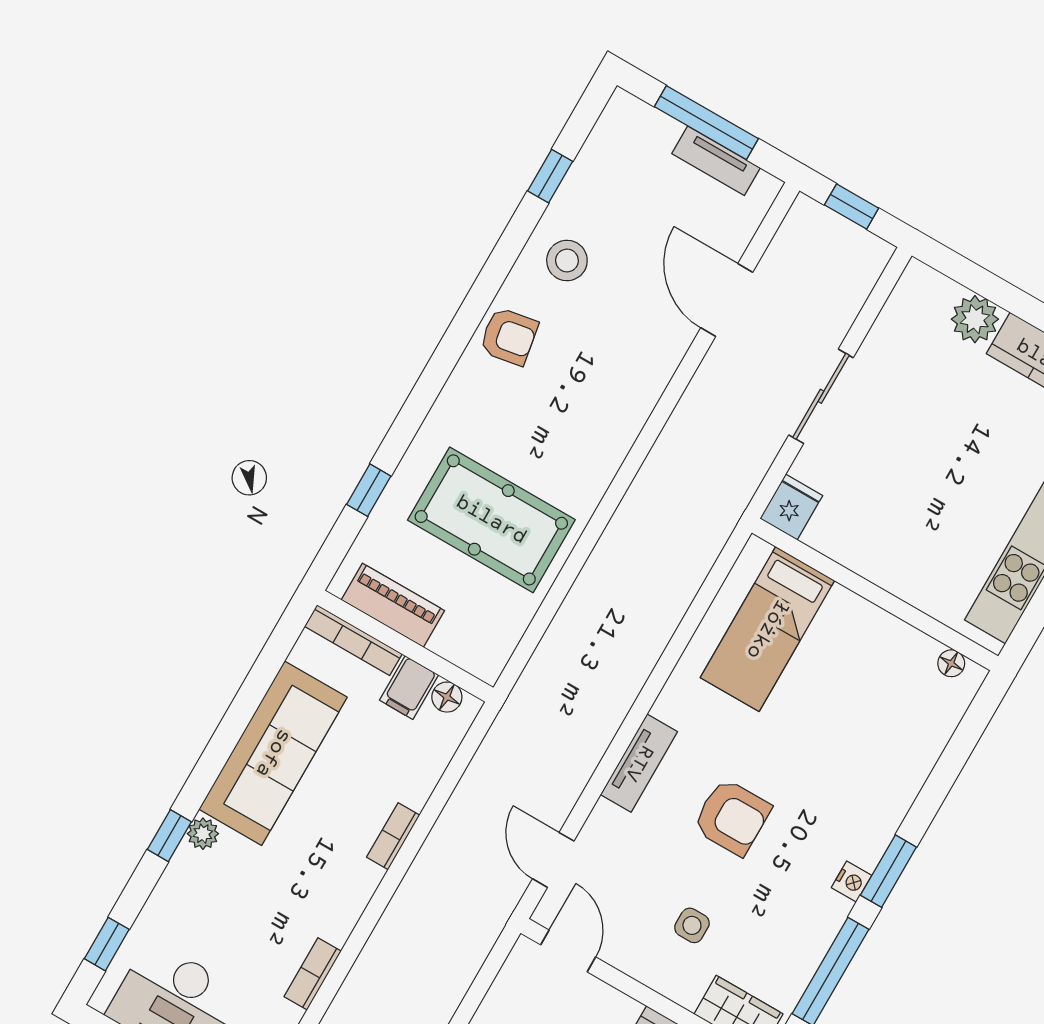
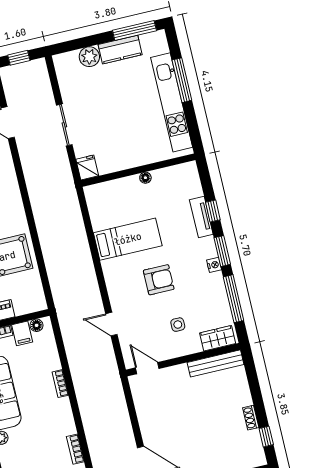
bed: (767, 629) -> (128, 239), moved, turned -90
floor lamp: (951, 663) -> (145, 178), moved
tv unit: (639, 763) -> (201, 217), moved, turned 180
window: (937, 786) -> (213, 211), added
door: (553, 860) -> (111, 324), moved

